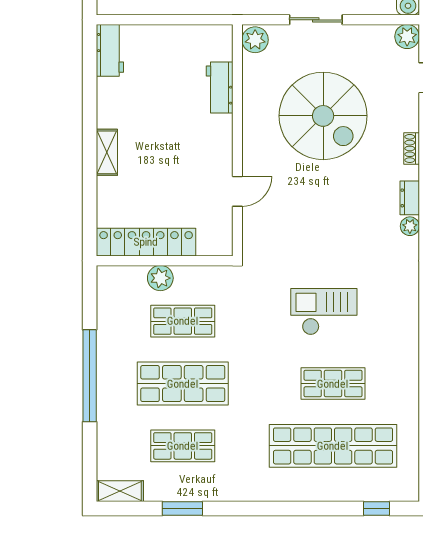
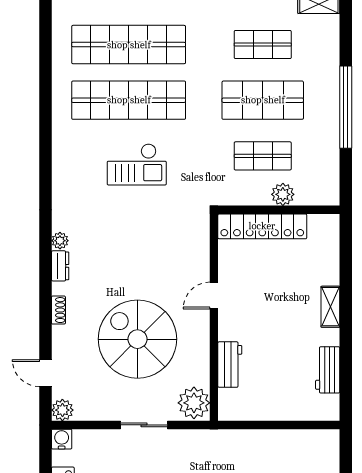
plant: (255, 40) -> (194, 403), width x1.36, depth x1.36
workbench: (110, 50) -> (328, 370), moved
door: (237, 191) -> (214, 296), moved
locker: (146, 242) -> (262, 226), moved
shop shelf: (333, 384) -> (129, 100), width x2.00, depth x1.36

